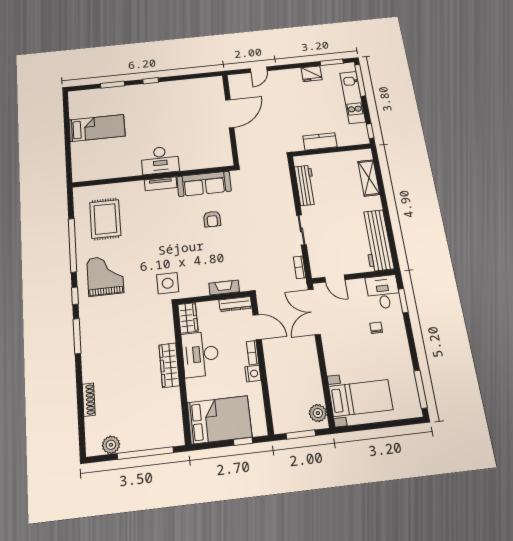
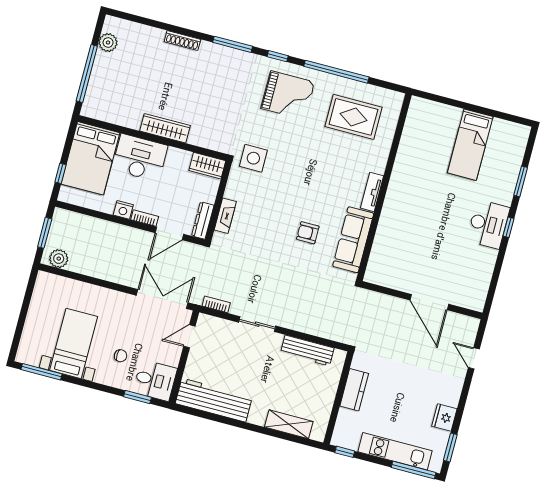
desk: (160, 160) -> (488, 224), moved, turned 180
desk: (200, 354) -> (140, 158), moved
bed with nightstands: (361, 398) -> (74, 343), moved, turned 180
shoe rack: (89, 400) -> (182, 41), moved

